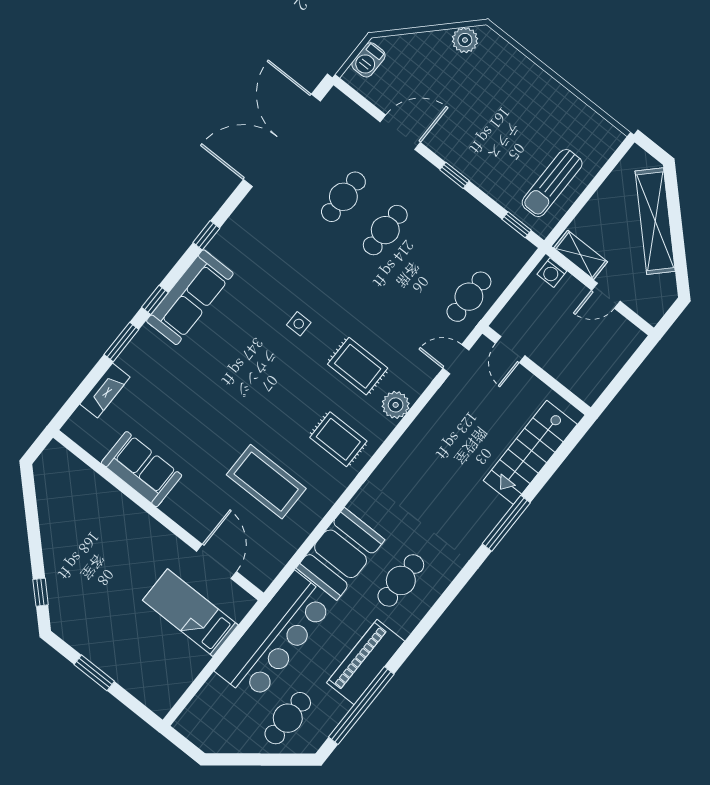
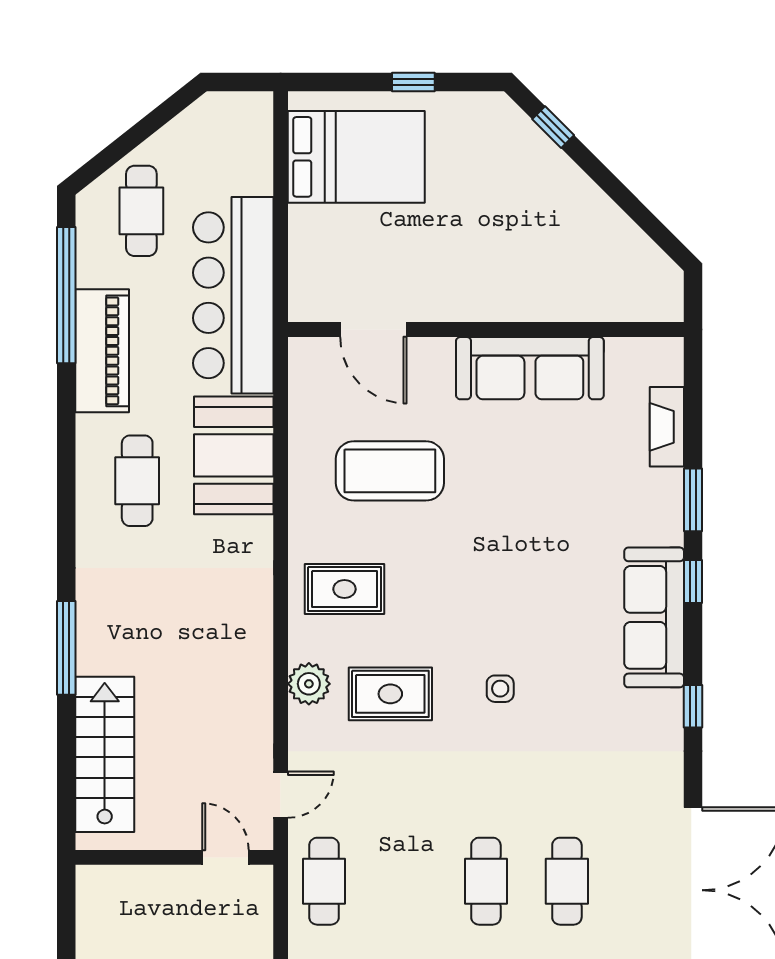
sofa: (141, 469) -> (530, 368), width x1.36
bed: (190, 613) -> (356, 157), moved, width x1.50
window: (94, 673) -> (413, 82), width x0.67

